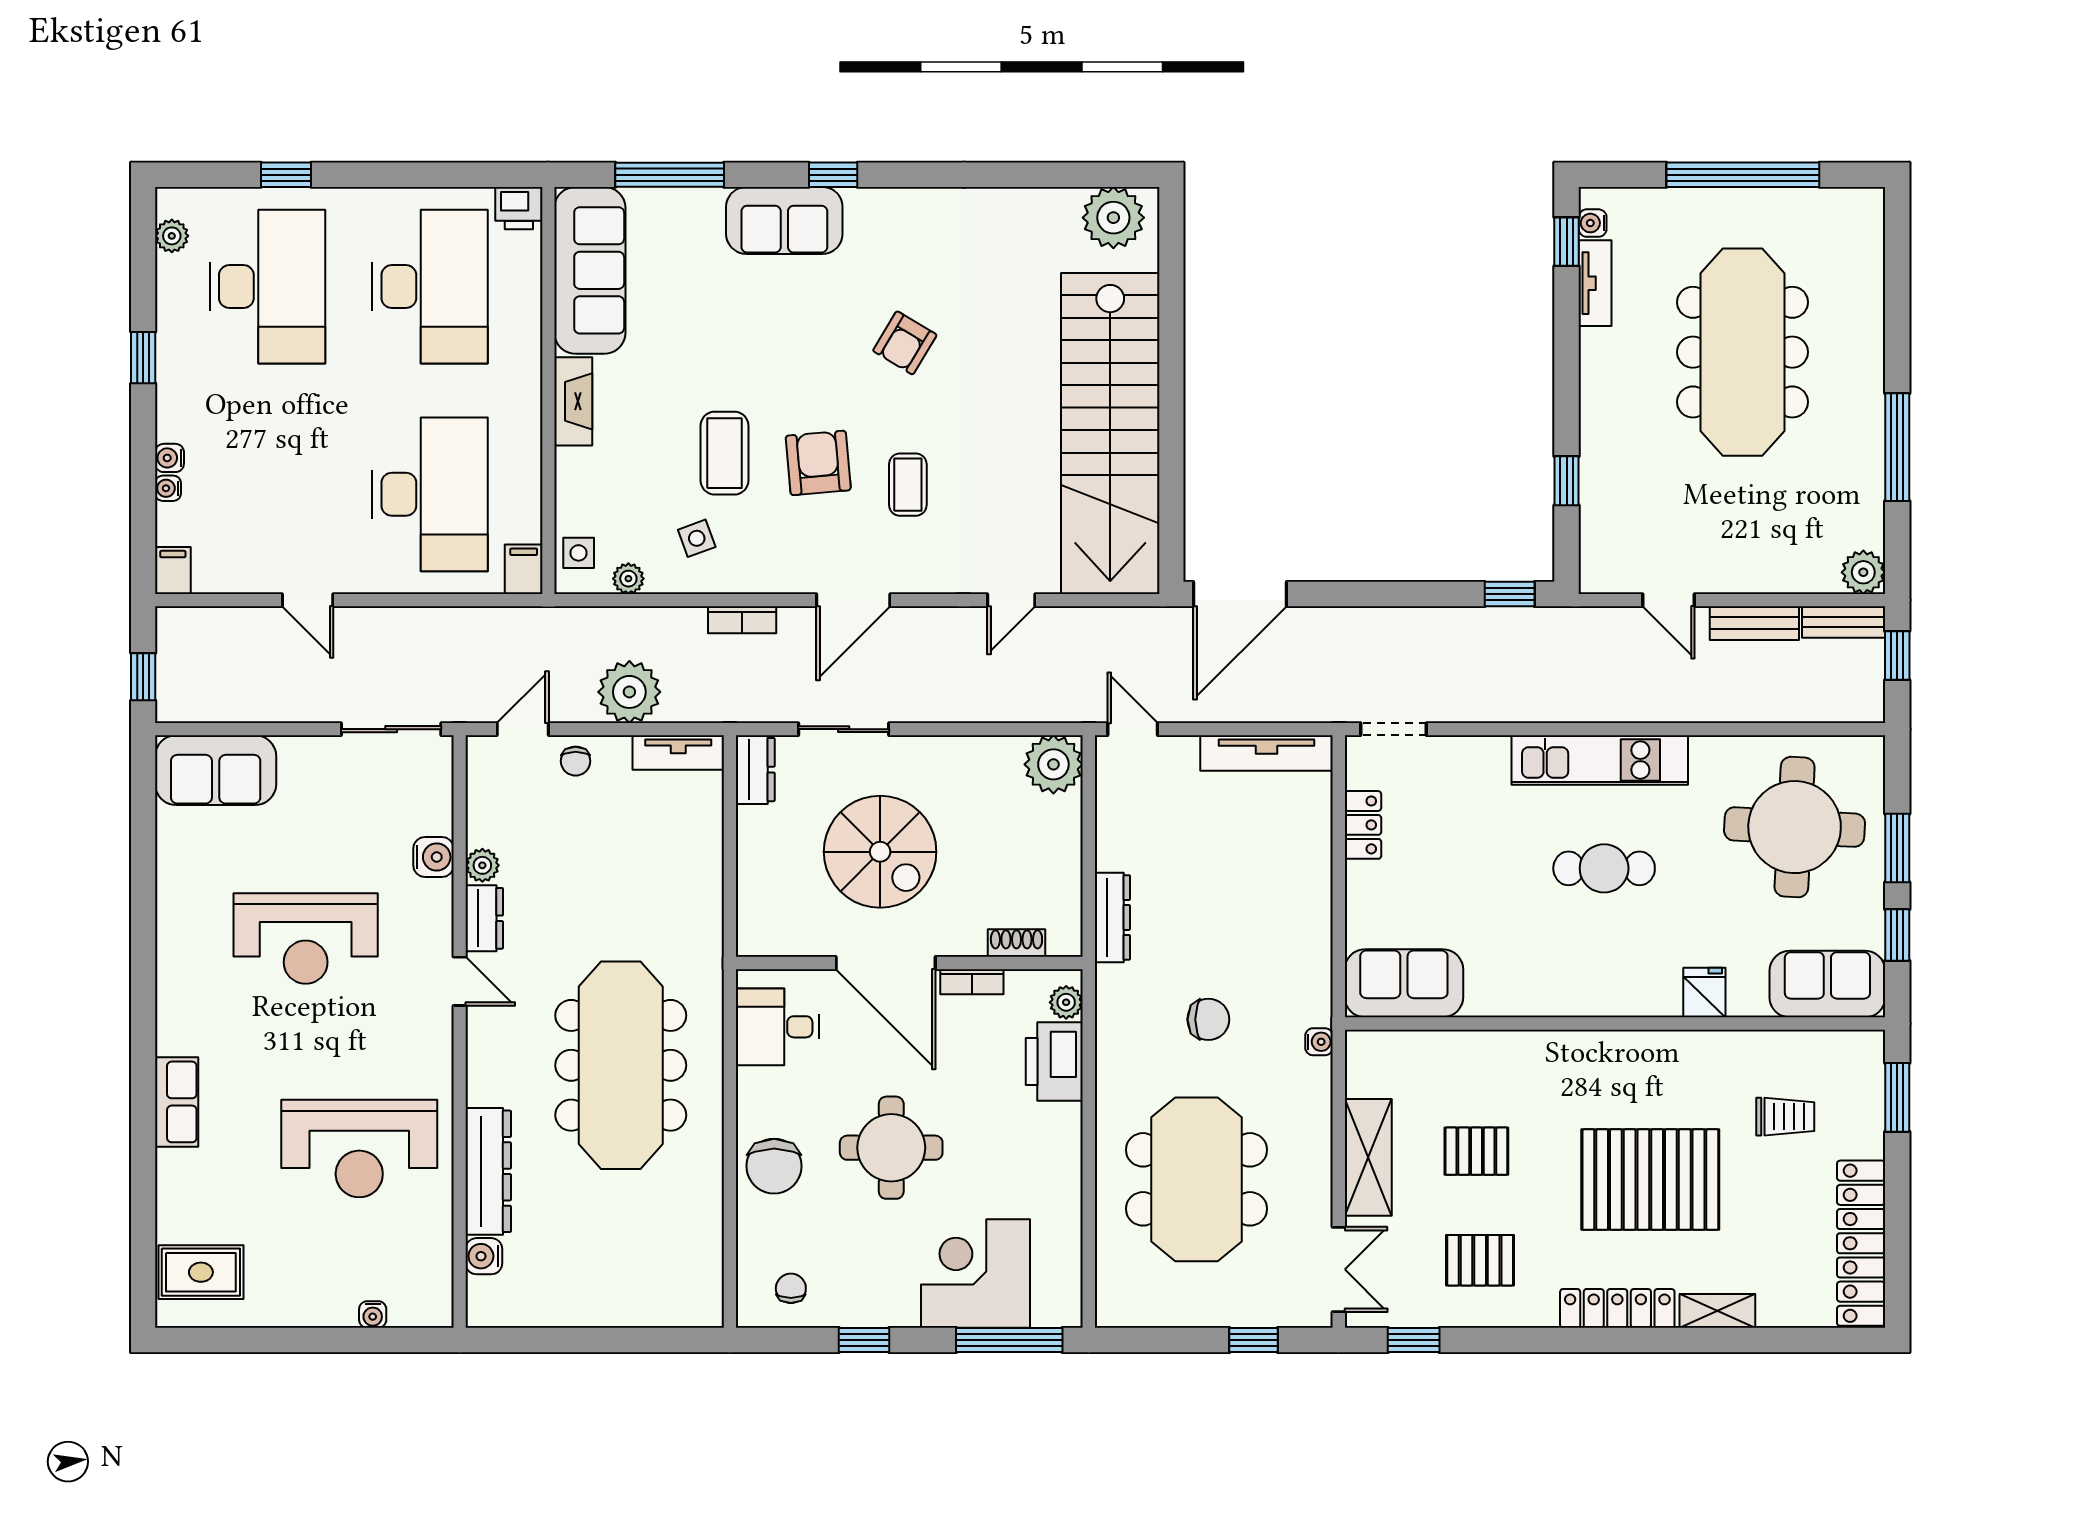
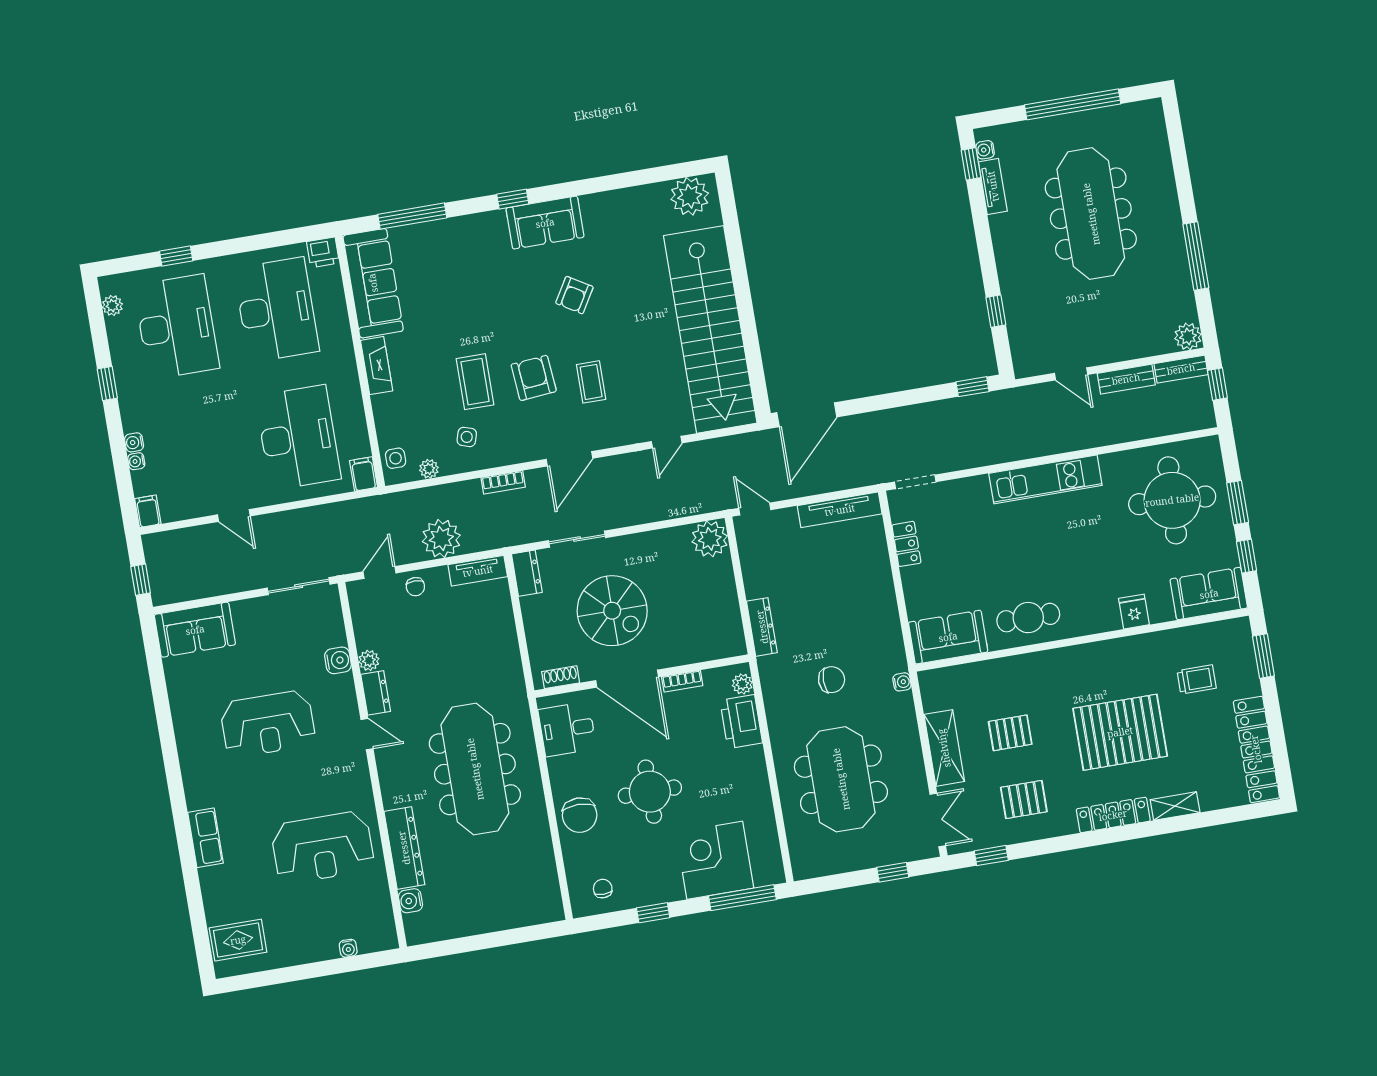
sofa: (784, 220) -> (545, 223), moved
side table: (697, 538) -> (467, 437), turned 38
cafe table: (1604, 868) -> (1028, 618), moved
shoe rack: (1016, 943) -> (561, 677), moved

